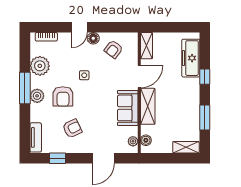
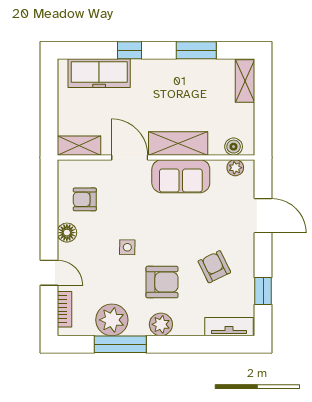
door: (79, 27) -> (49, 273), moved
armchair: (114, 49) -> (85, 199), turned 143
window: (25, 88) -> (120, 344), moved

